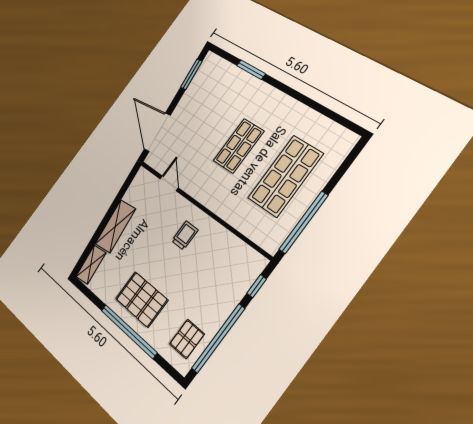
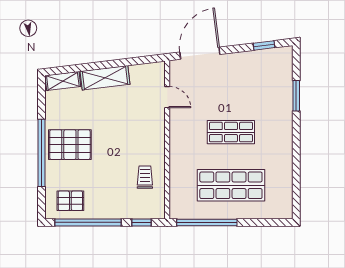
window: (191, 74) -> (264, 45), width x0.67
door: (169, 183) -> (167, 97), hinge flipped
trolley: (185, 235) -> (145, 177), moved, turned -90
pallet: (142, 299) -> (70, 145), turned 90

